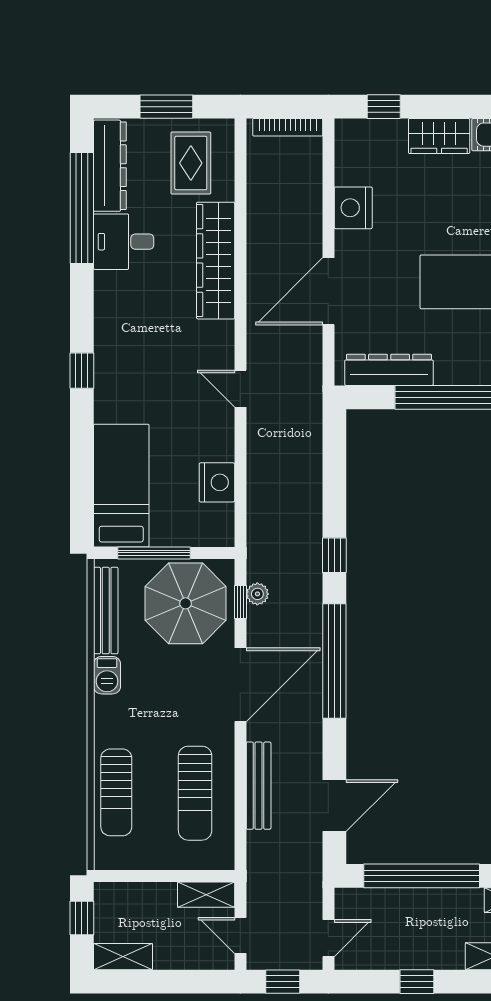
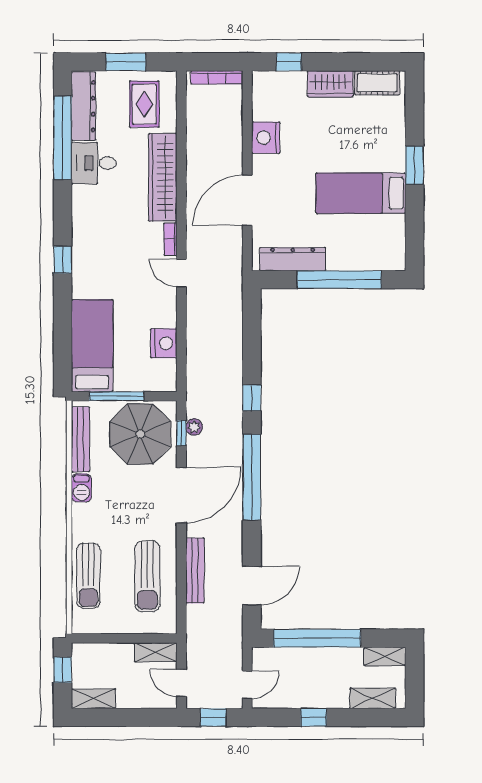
bookcase: (226, 343) -> (170, 239), added

